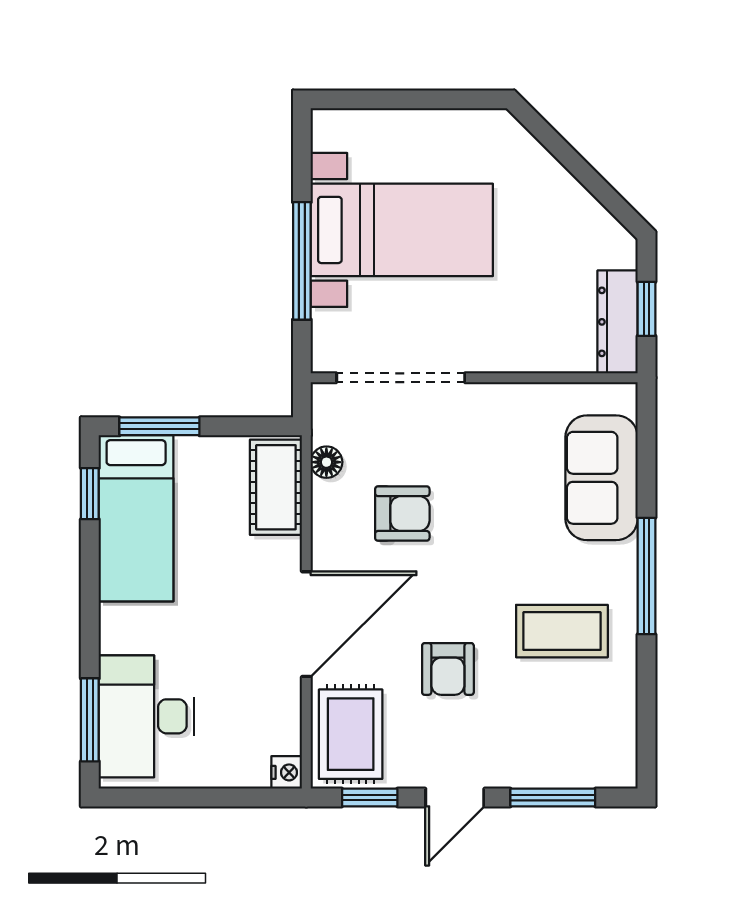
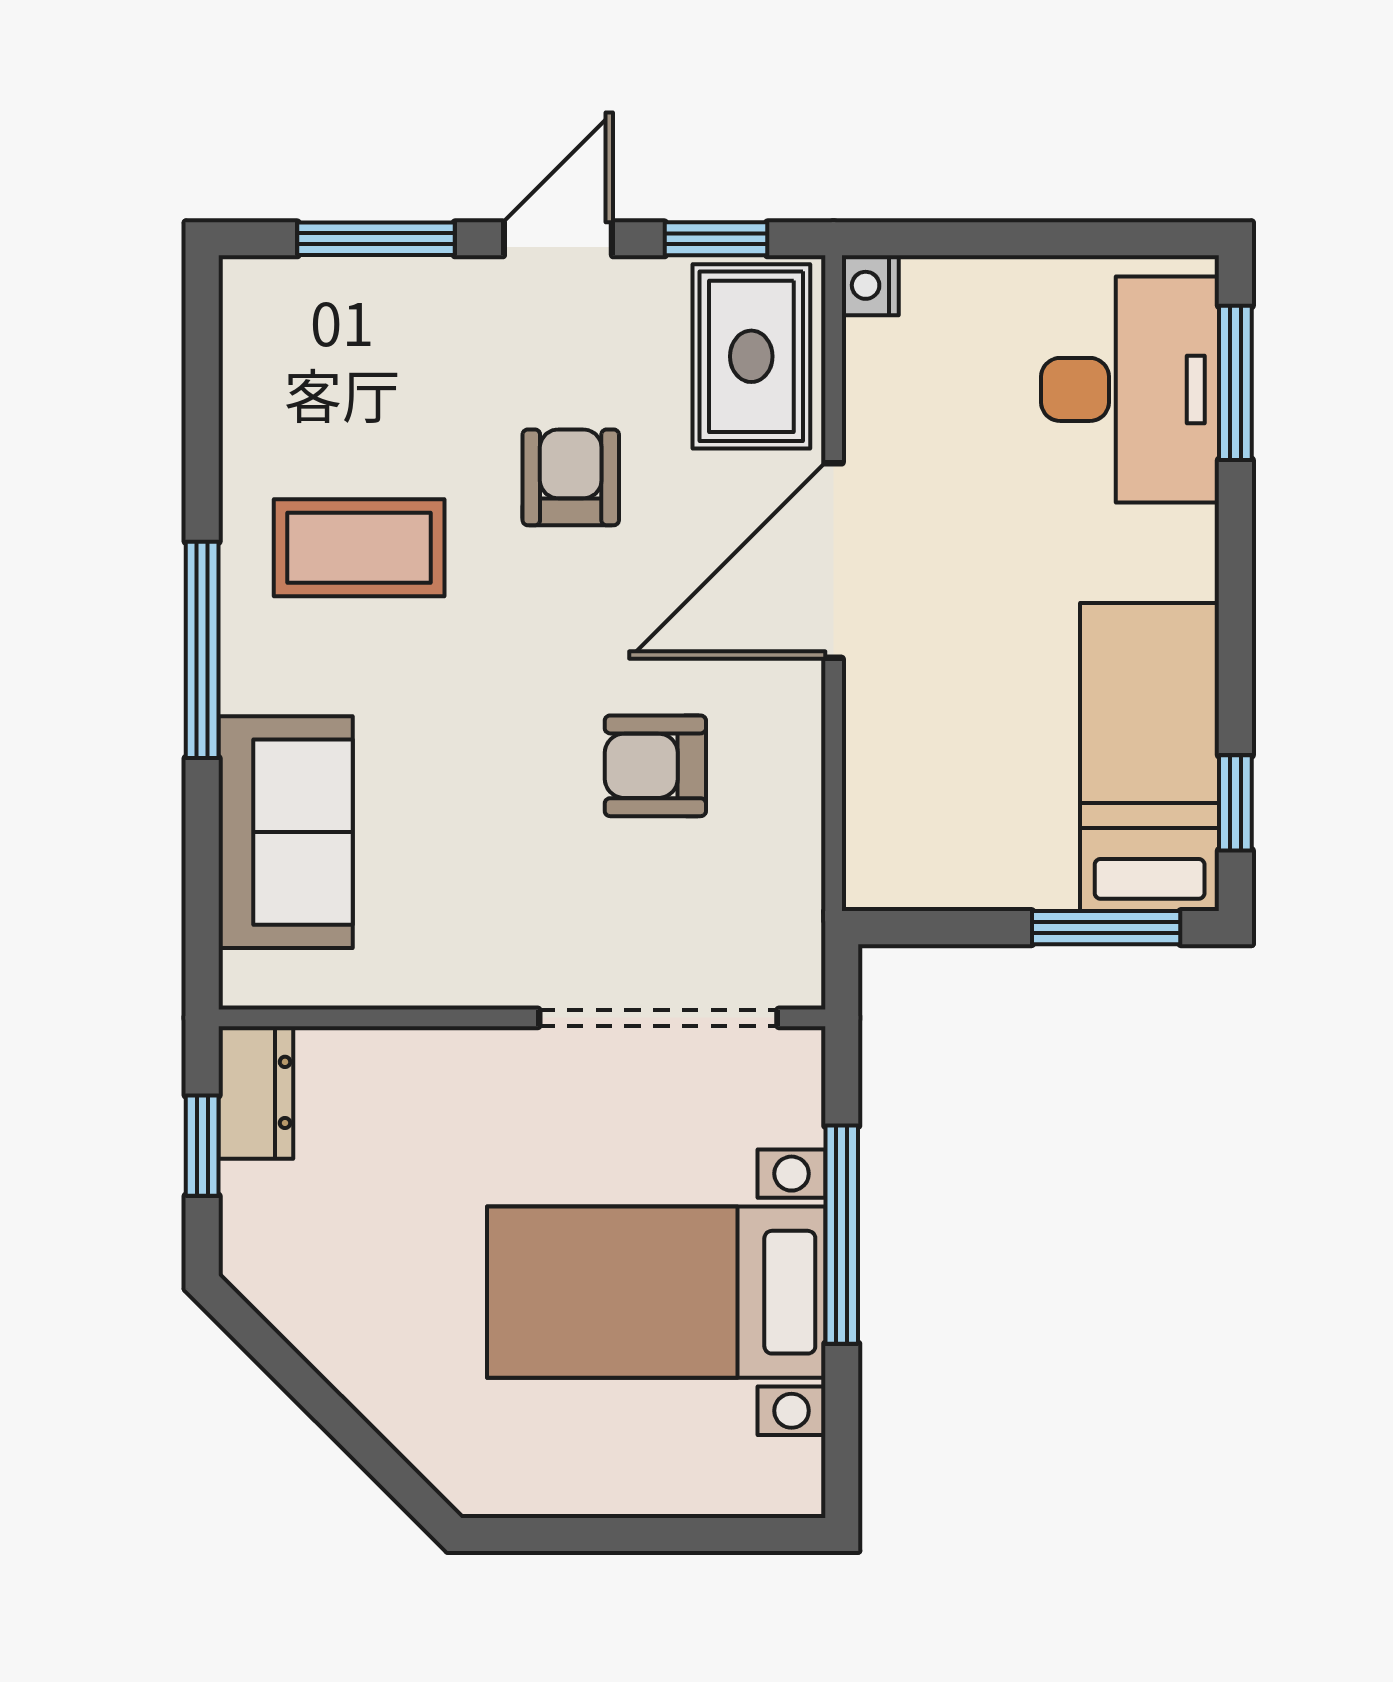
dresser: (618, 322) -> (256, 1092), width x0.70
floor lamp: (326, 462) -> (796, 861), removed
cot: (276, 487) -> (890, 815), removed

